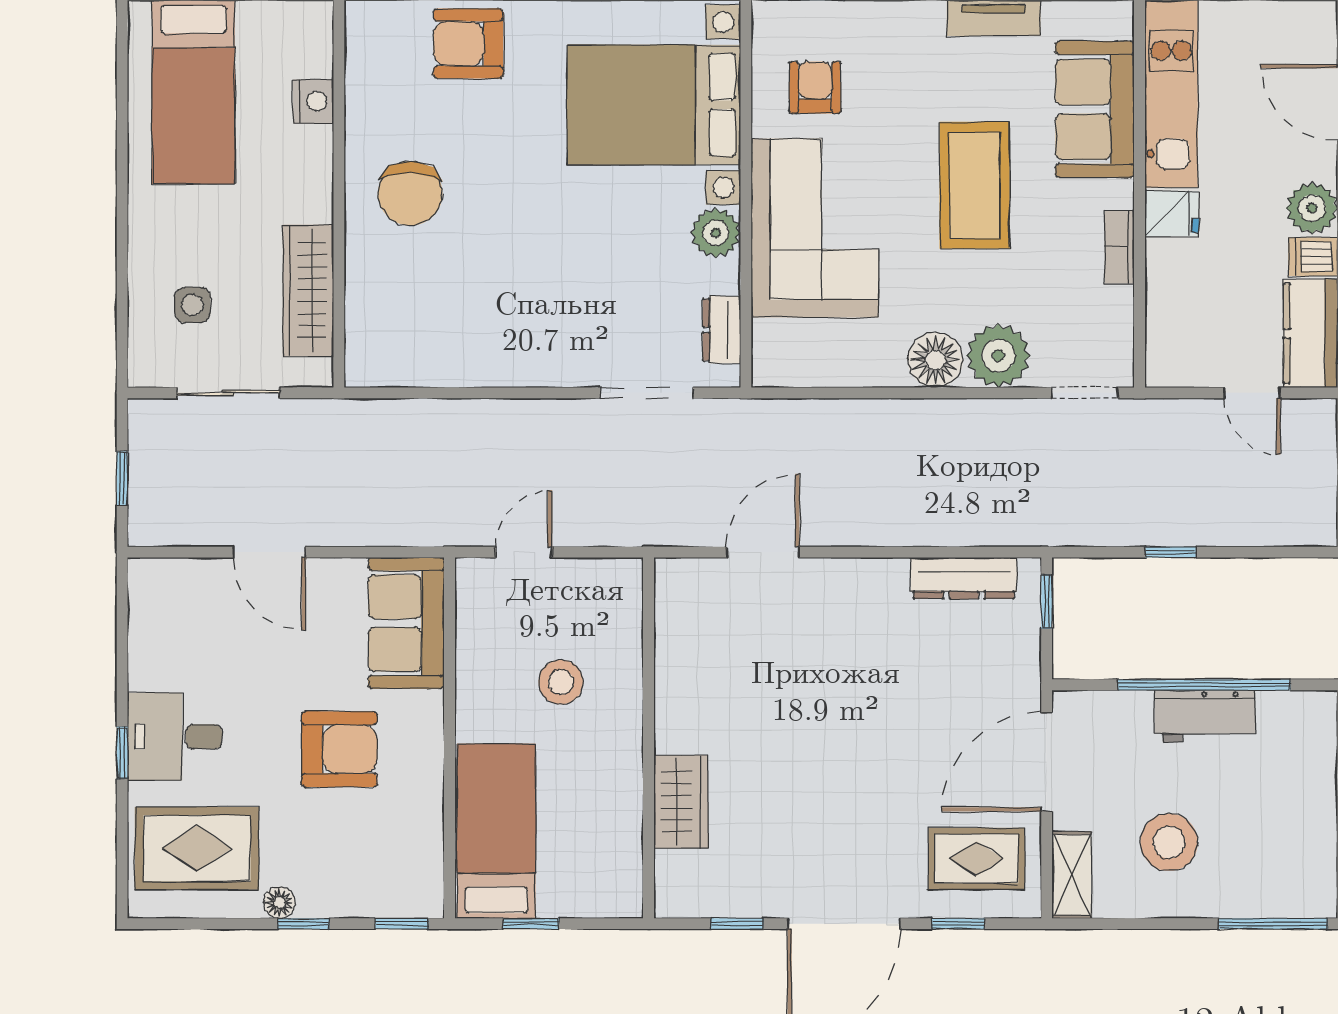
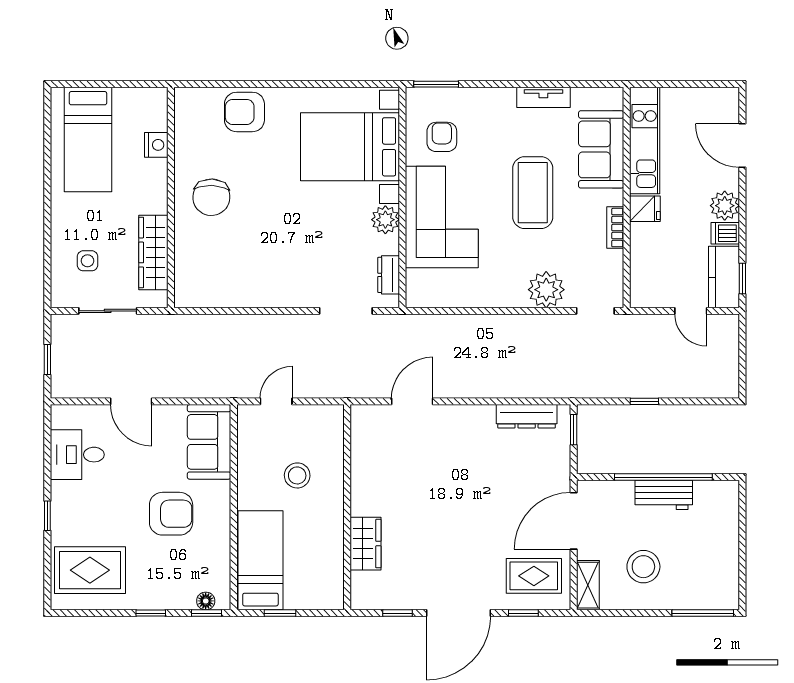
floor lamp: (935, 360) -> (510, 292), removed
desk: (175, 737) -> (77, 455), moved
floor lamp: (279, 903) -> (206, 601), moved

